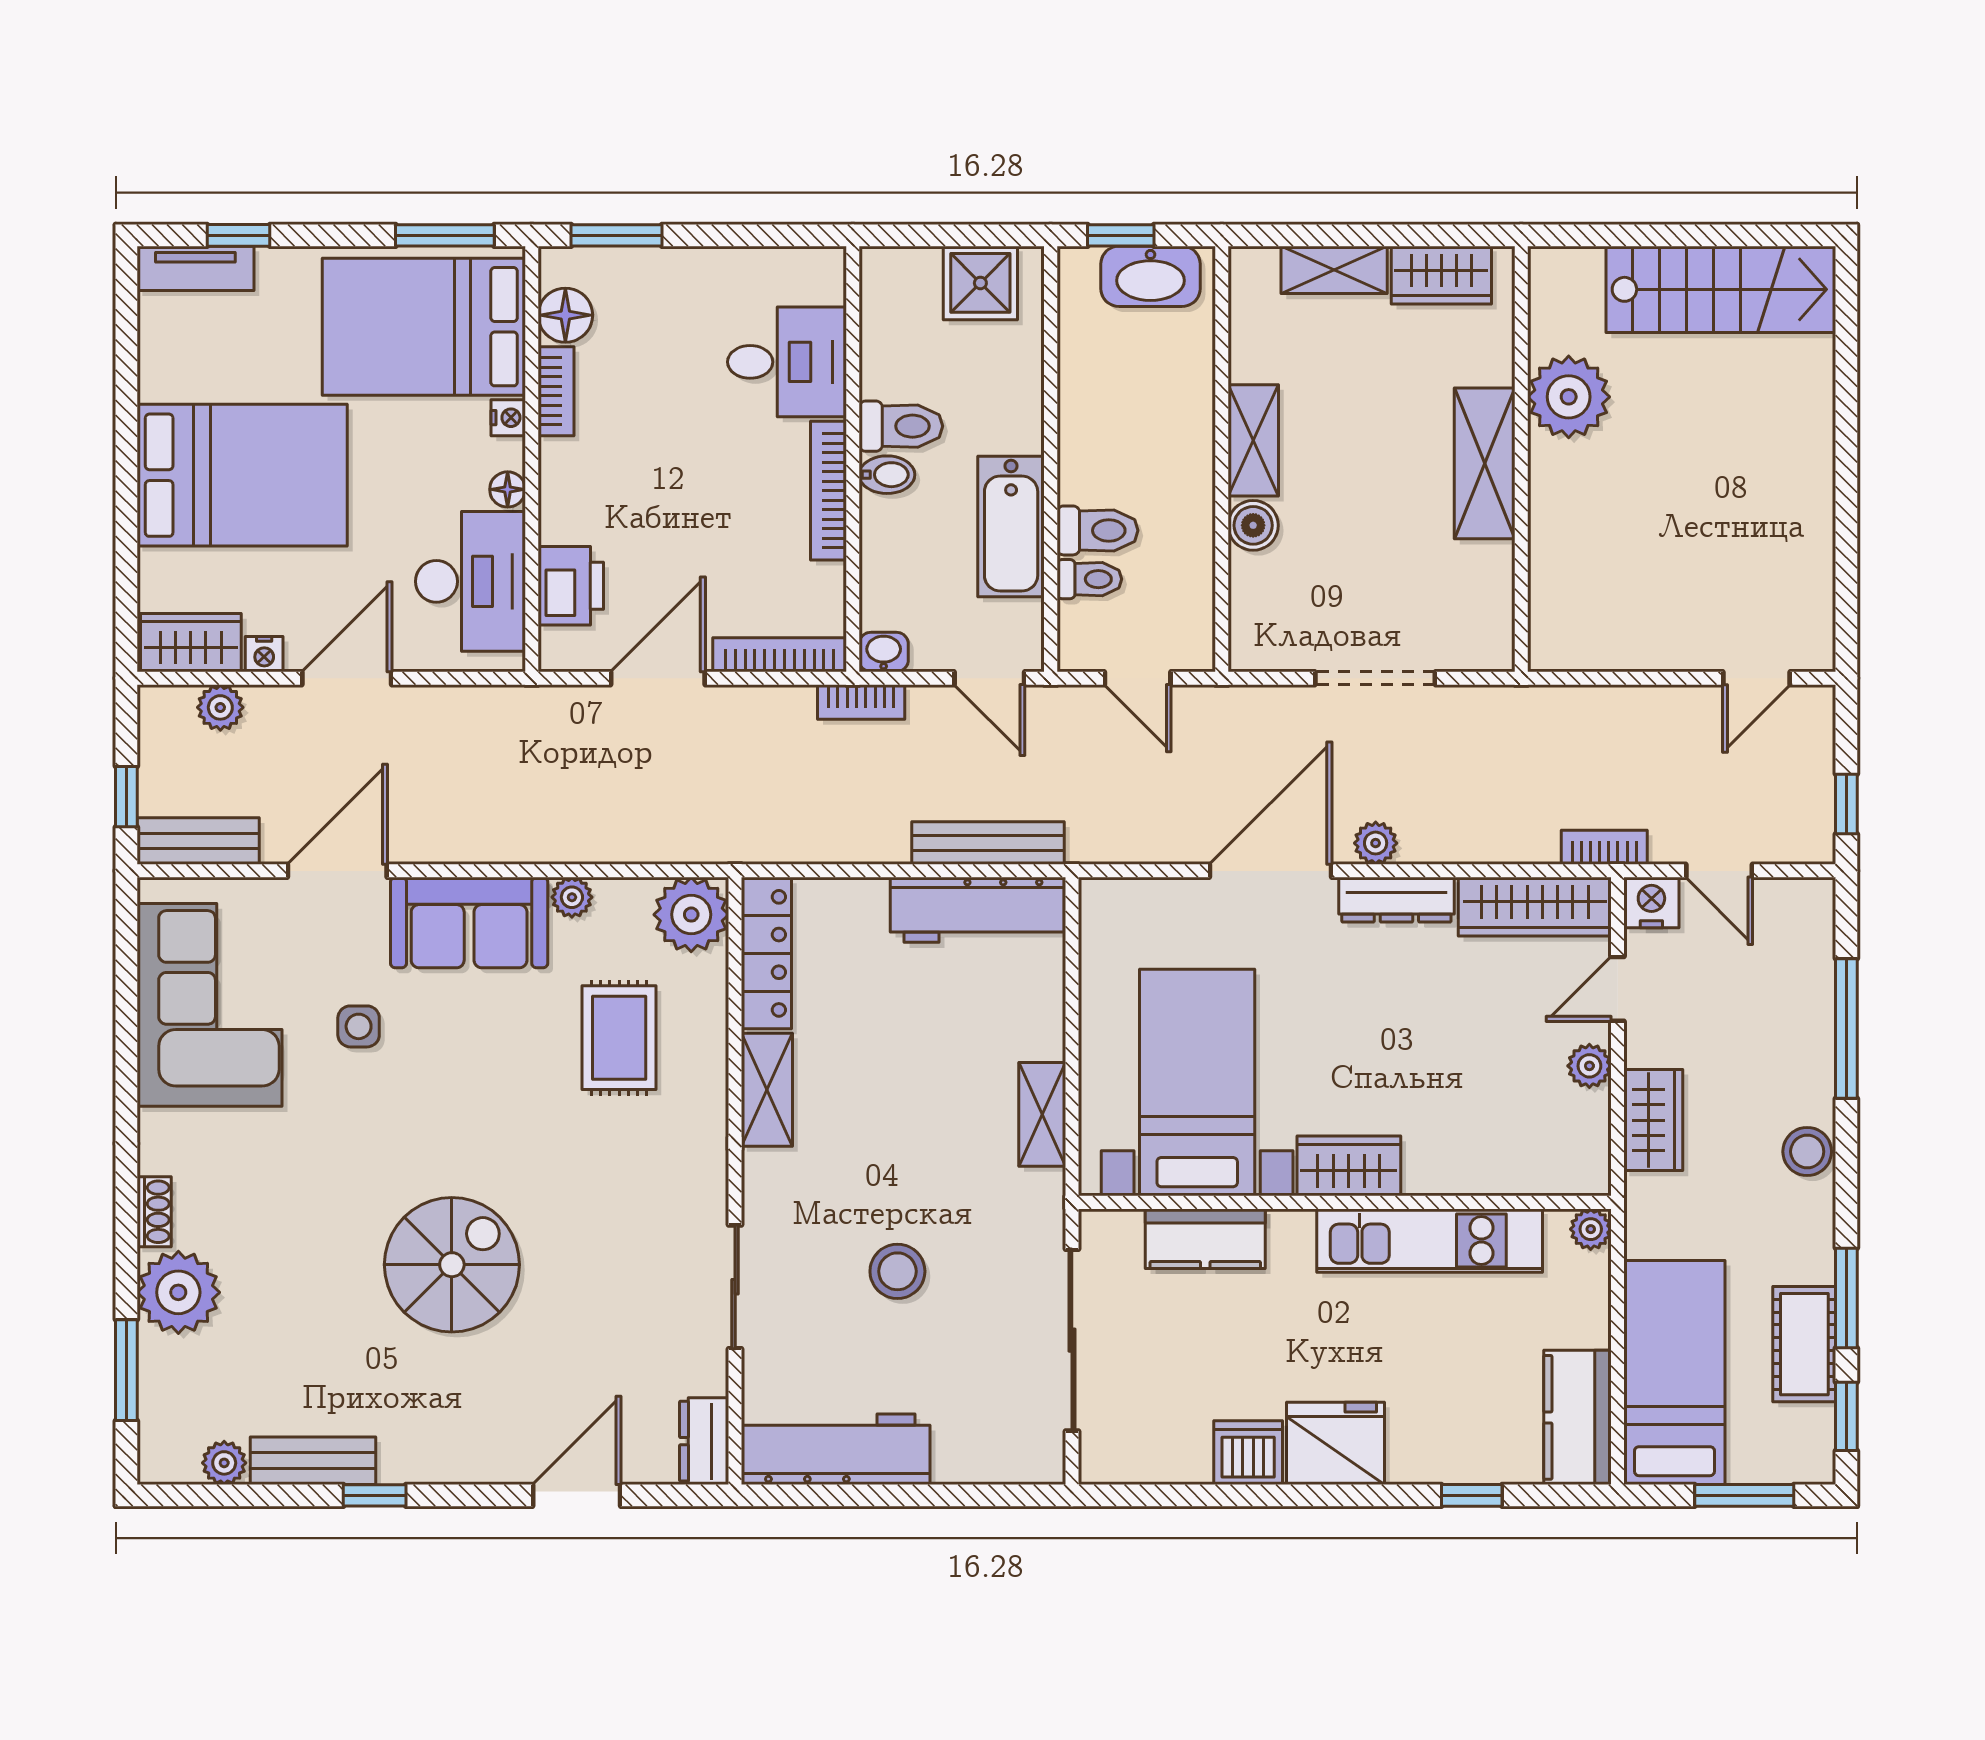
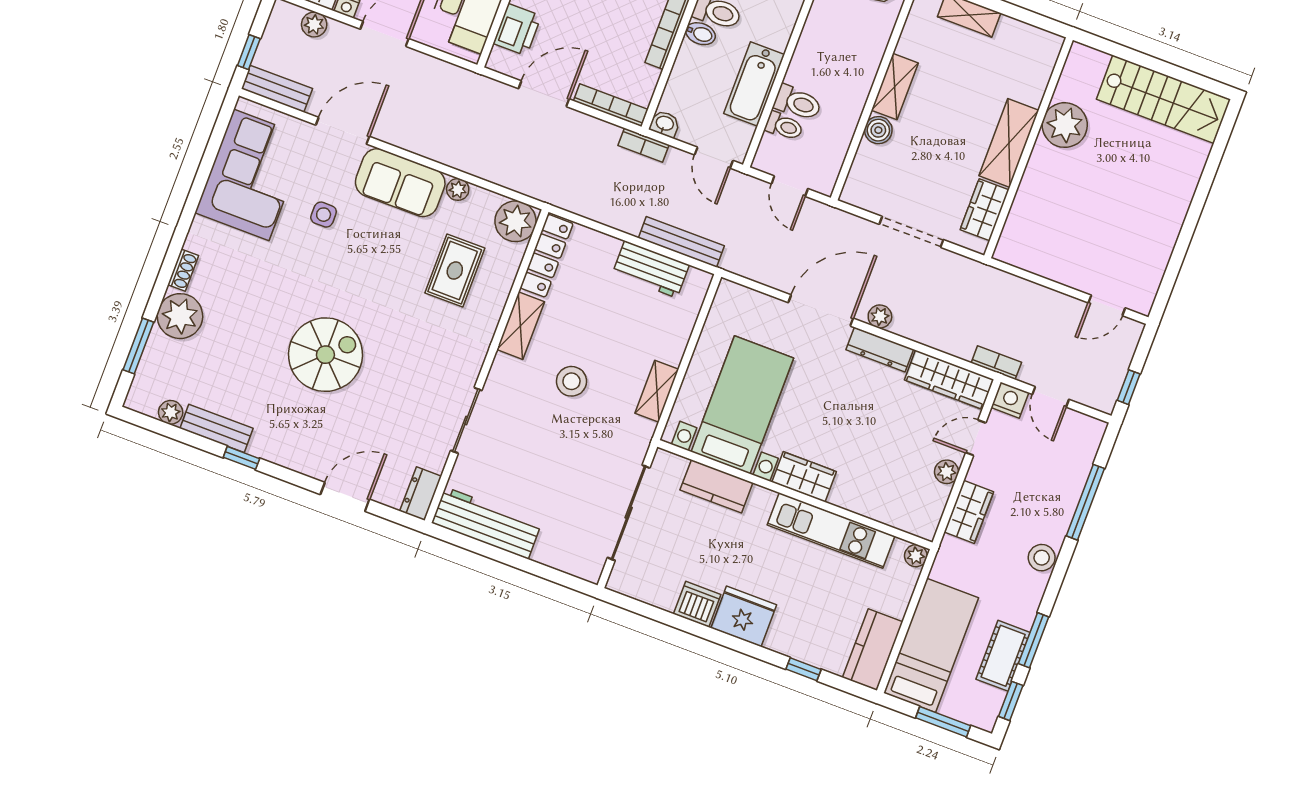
wardrobe: (1441, 275) -> (984, 210), moved, turned 90
workbench: (977, 910) -> (651, 269), width x0.73
stool: (897, 1271) -> (571, 381), moved

